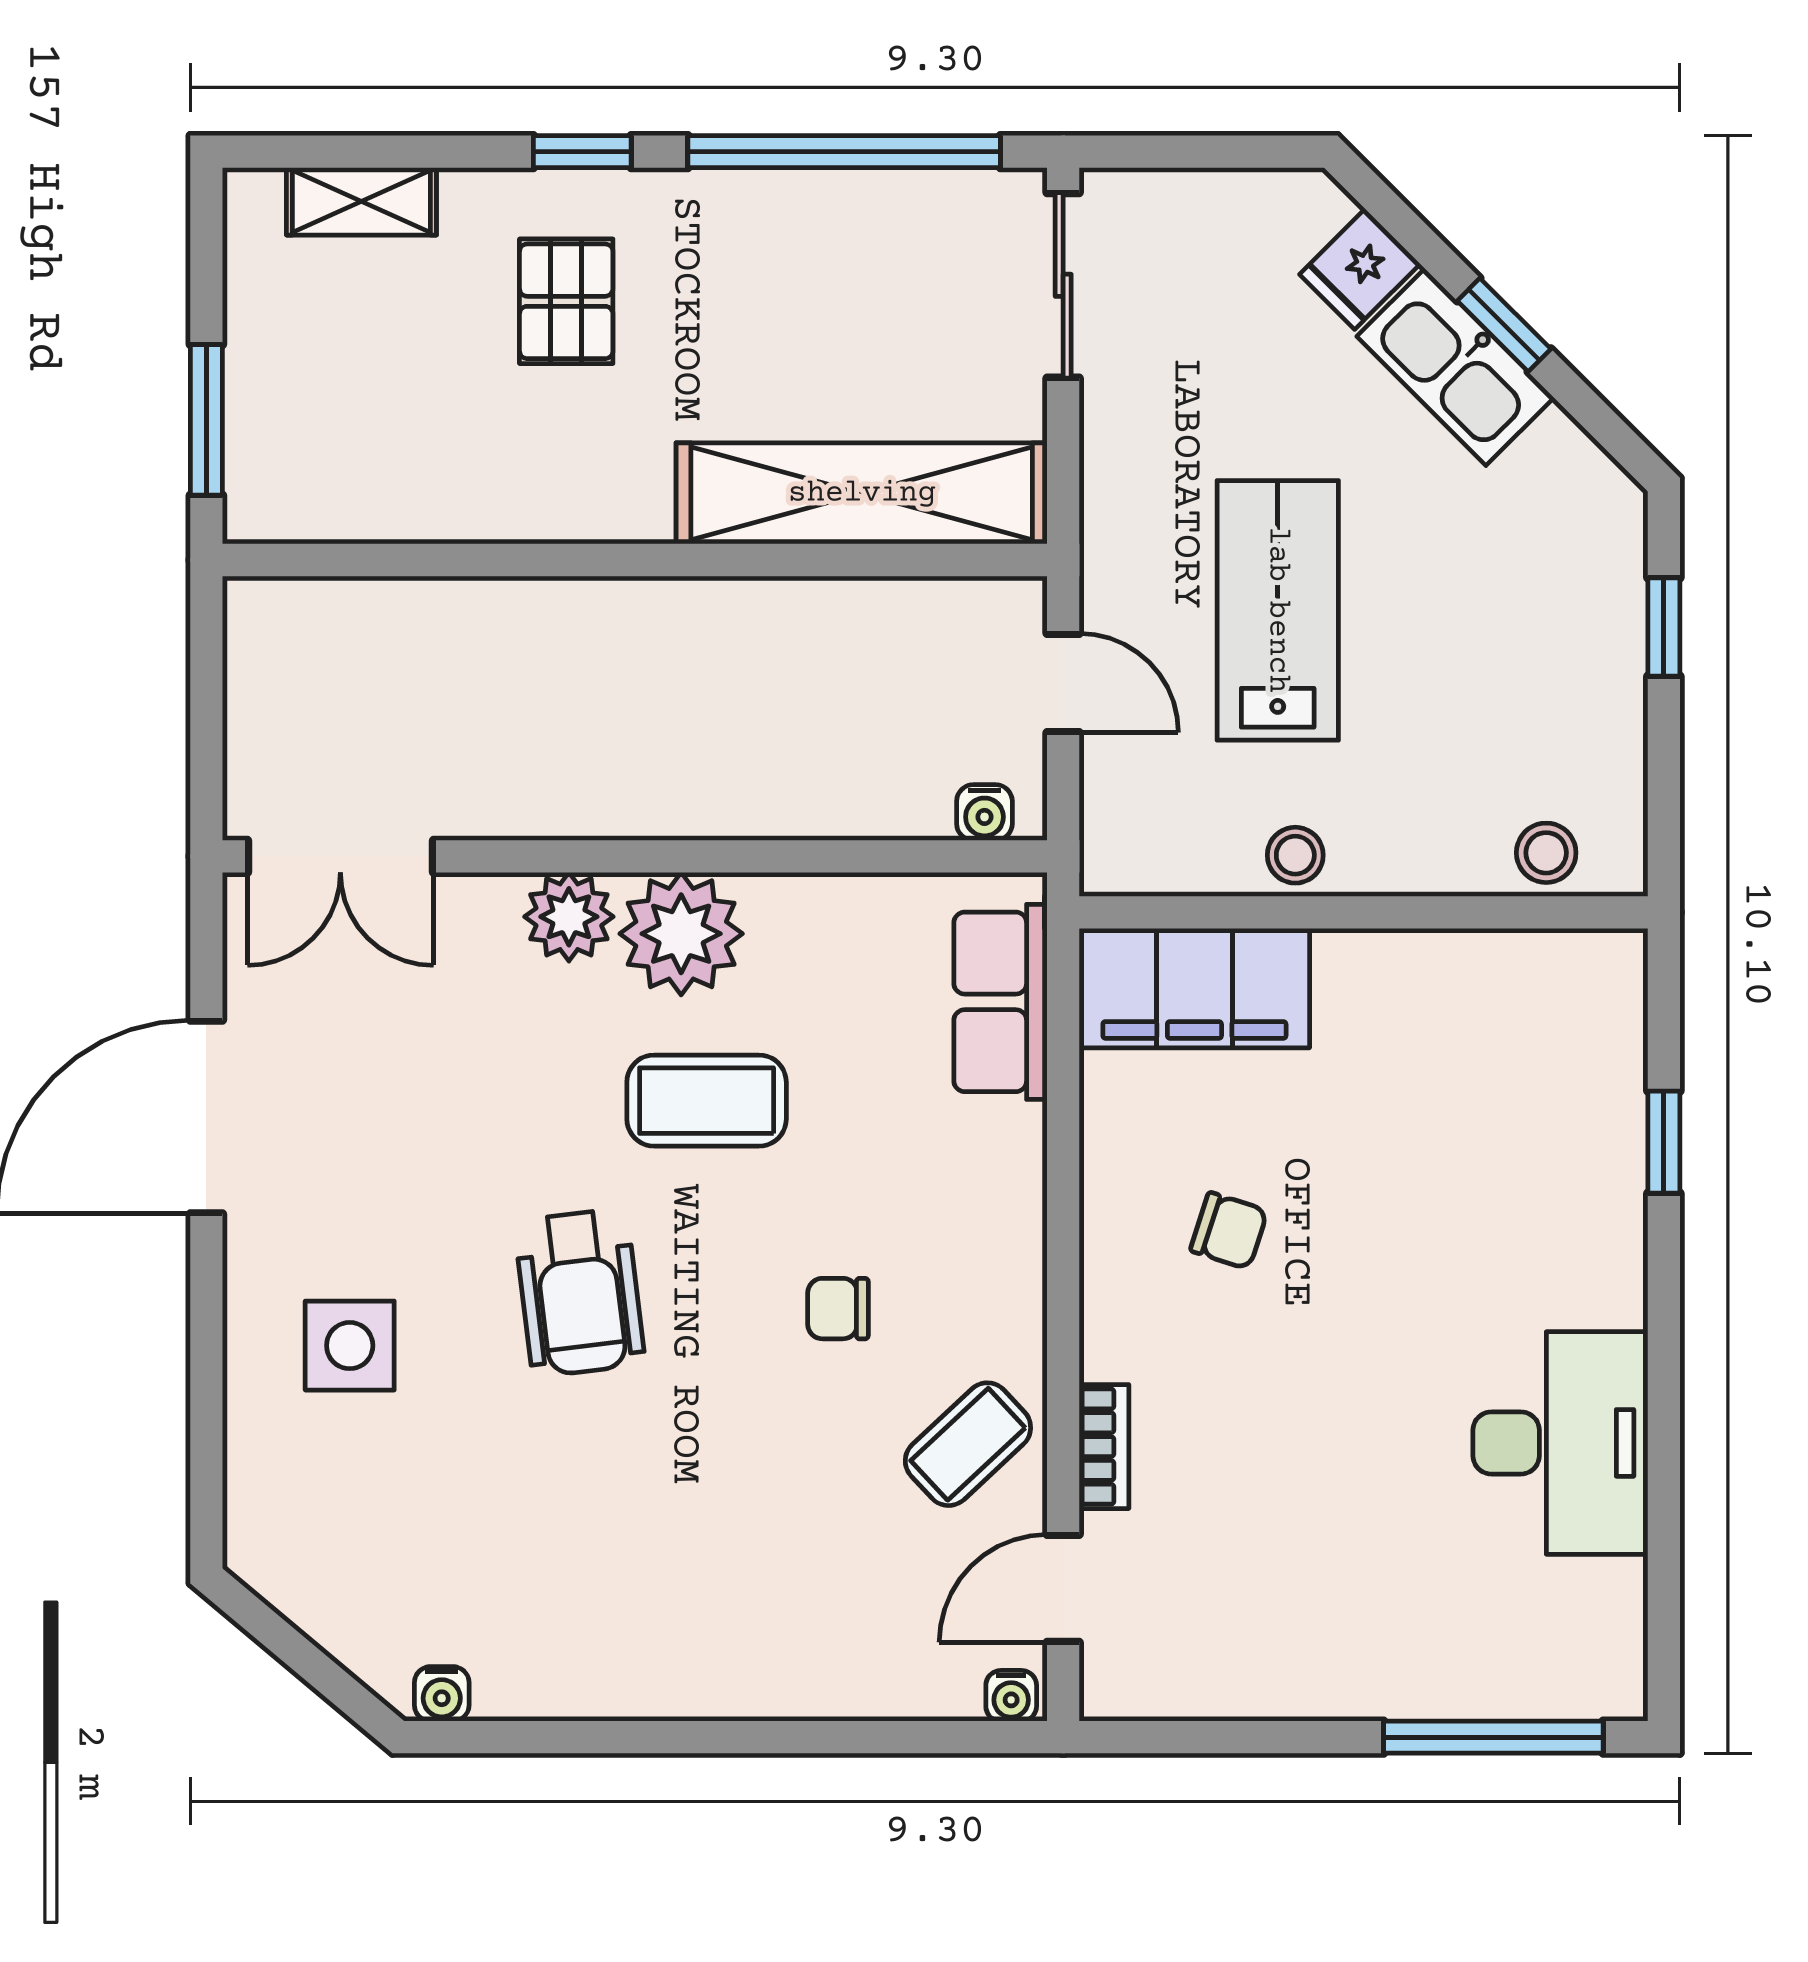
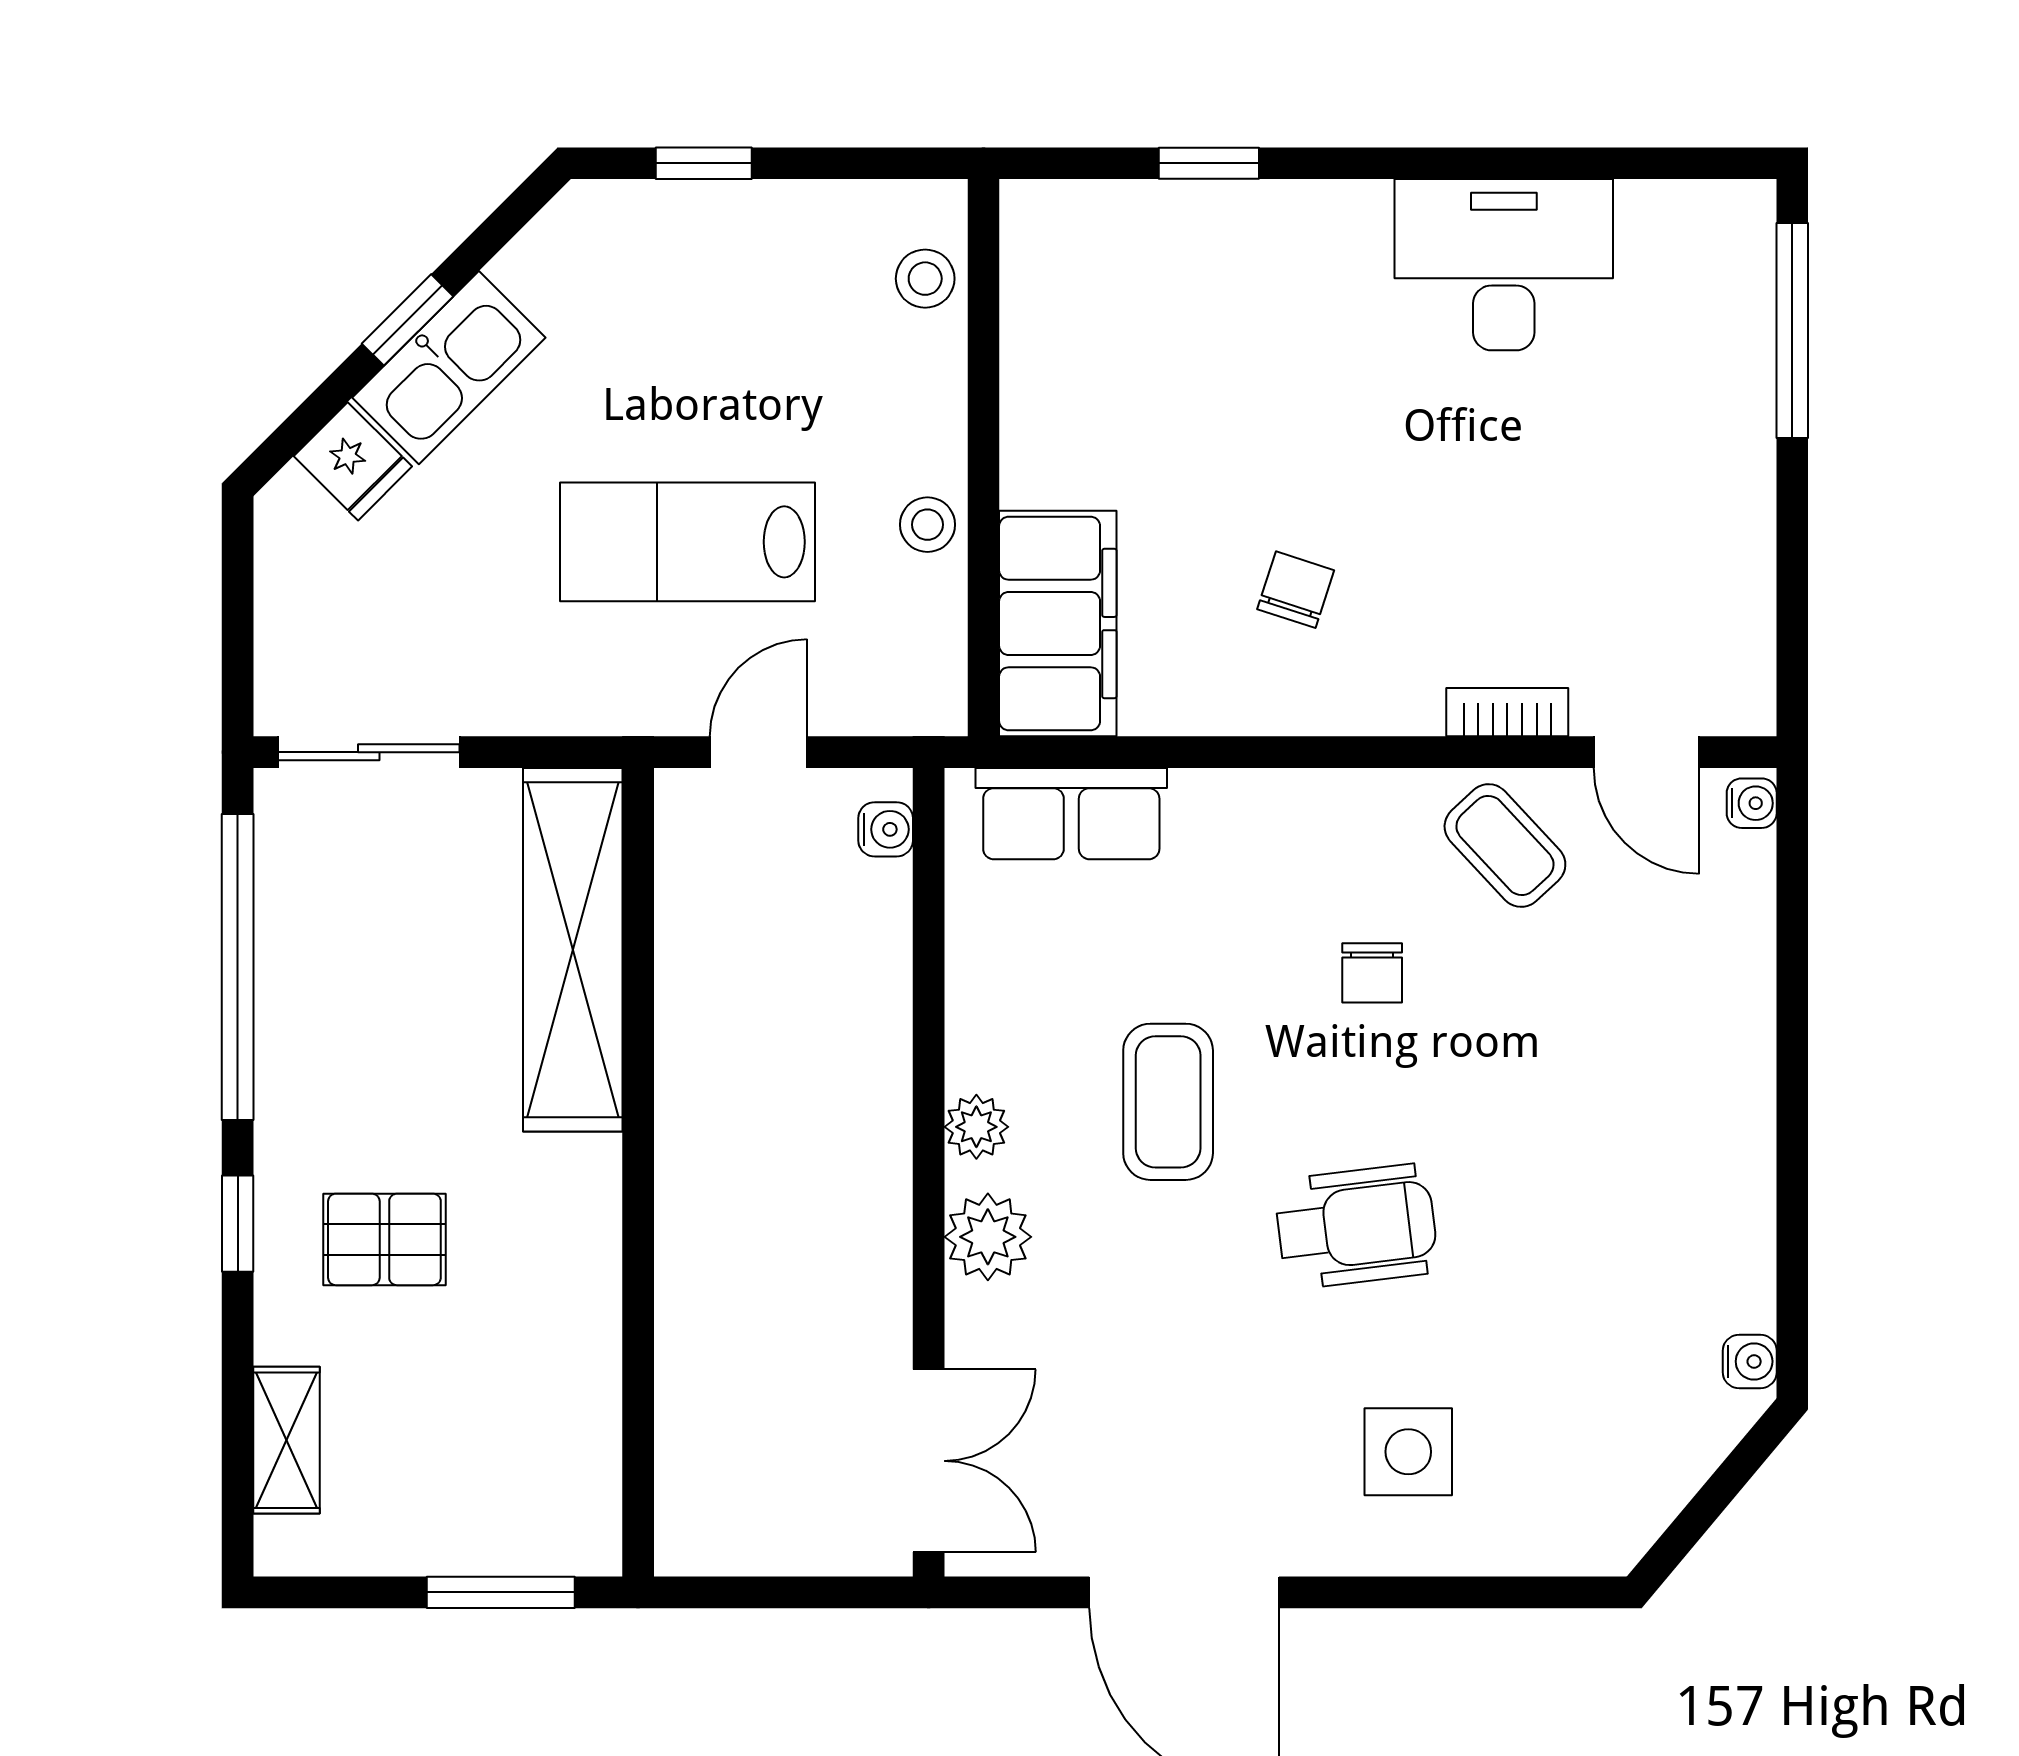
plant: (681, 934) -> (976, 1127), width x0.53, depth x0.53

